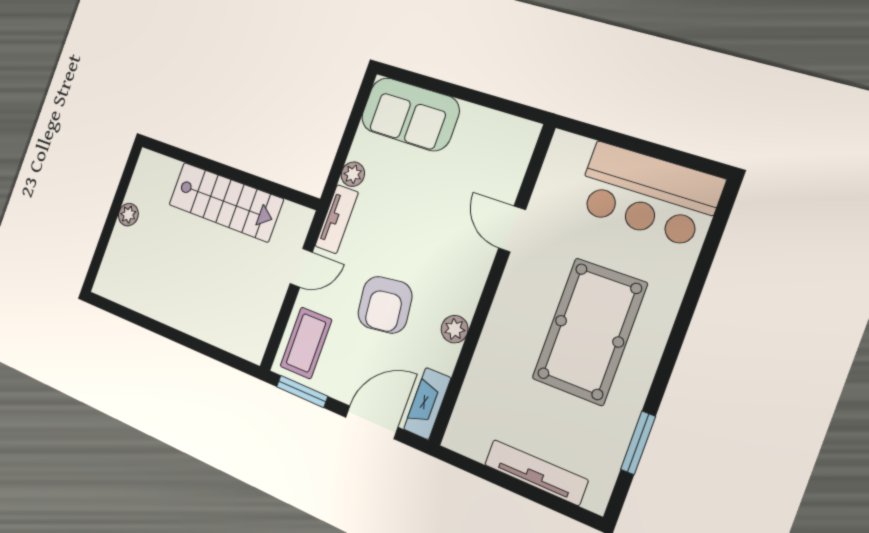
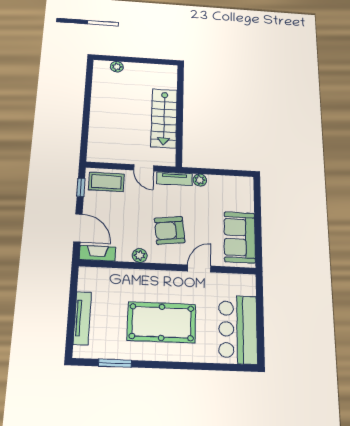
sofa: (410, 114) -> (240, 237), moved
plant: (128, 215) -> (117, 67), moved
armchair: (385, 305) -> (170, 230), moved
window: (302, 391) -> (81, 187), width x0.67

